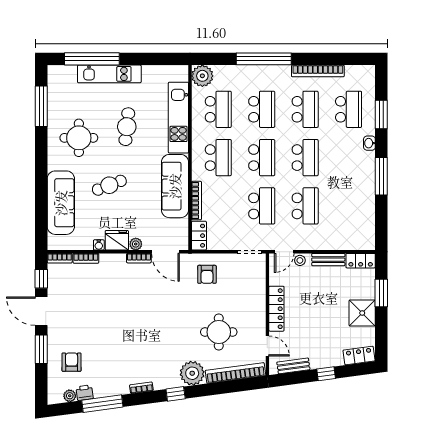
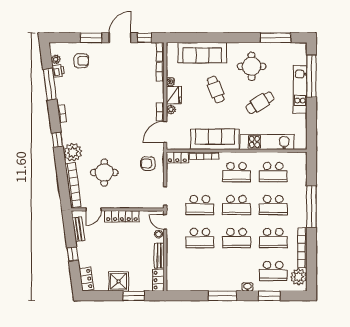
plant: (202, 76) -> (299, 277), moved
cafe table: (127, 127) -> (260, 103), turned -38

